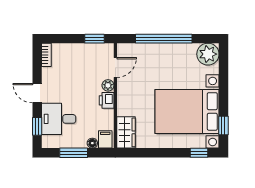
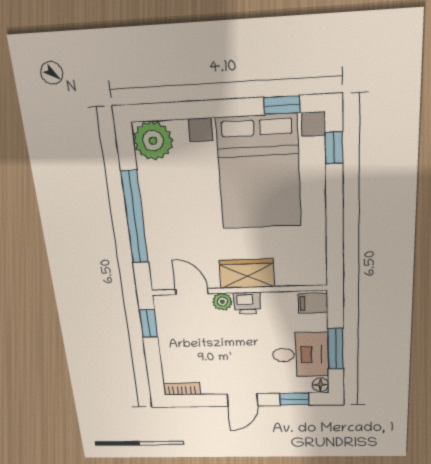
desk: (59, 119) -> (301, 355), moved, turned -90
wardrobe: (126, 132) -> (247, 274), moved
floor lamp: (92, 143) -> (321, 385), moved

